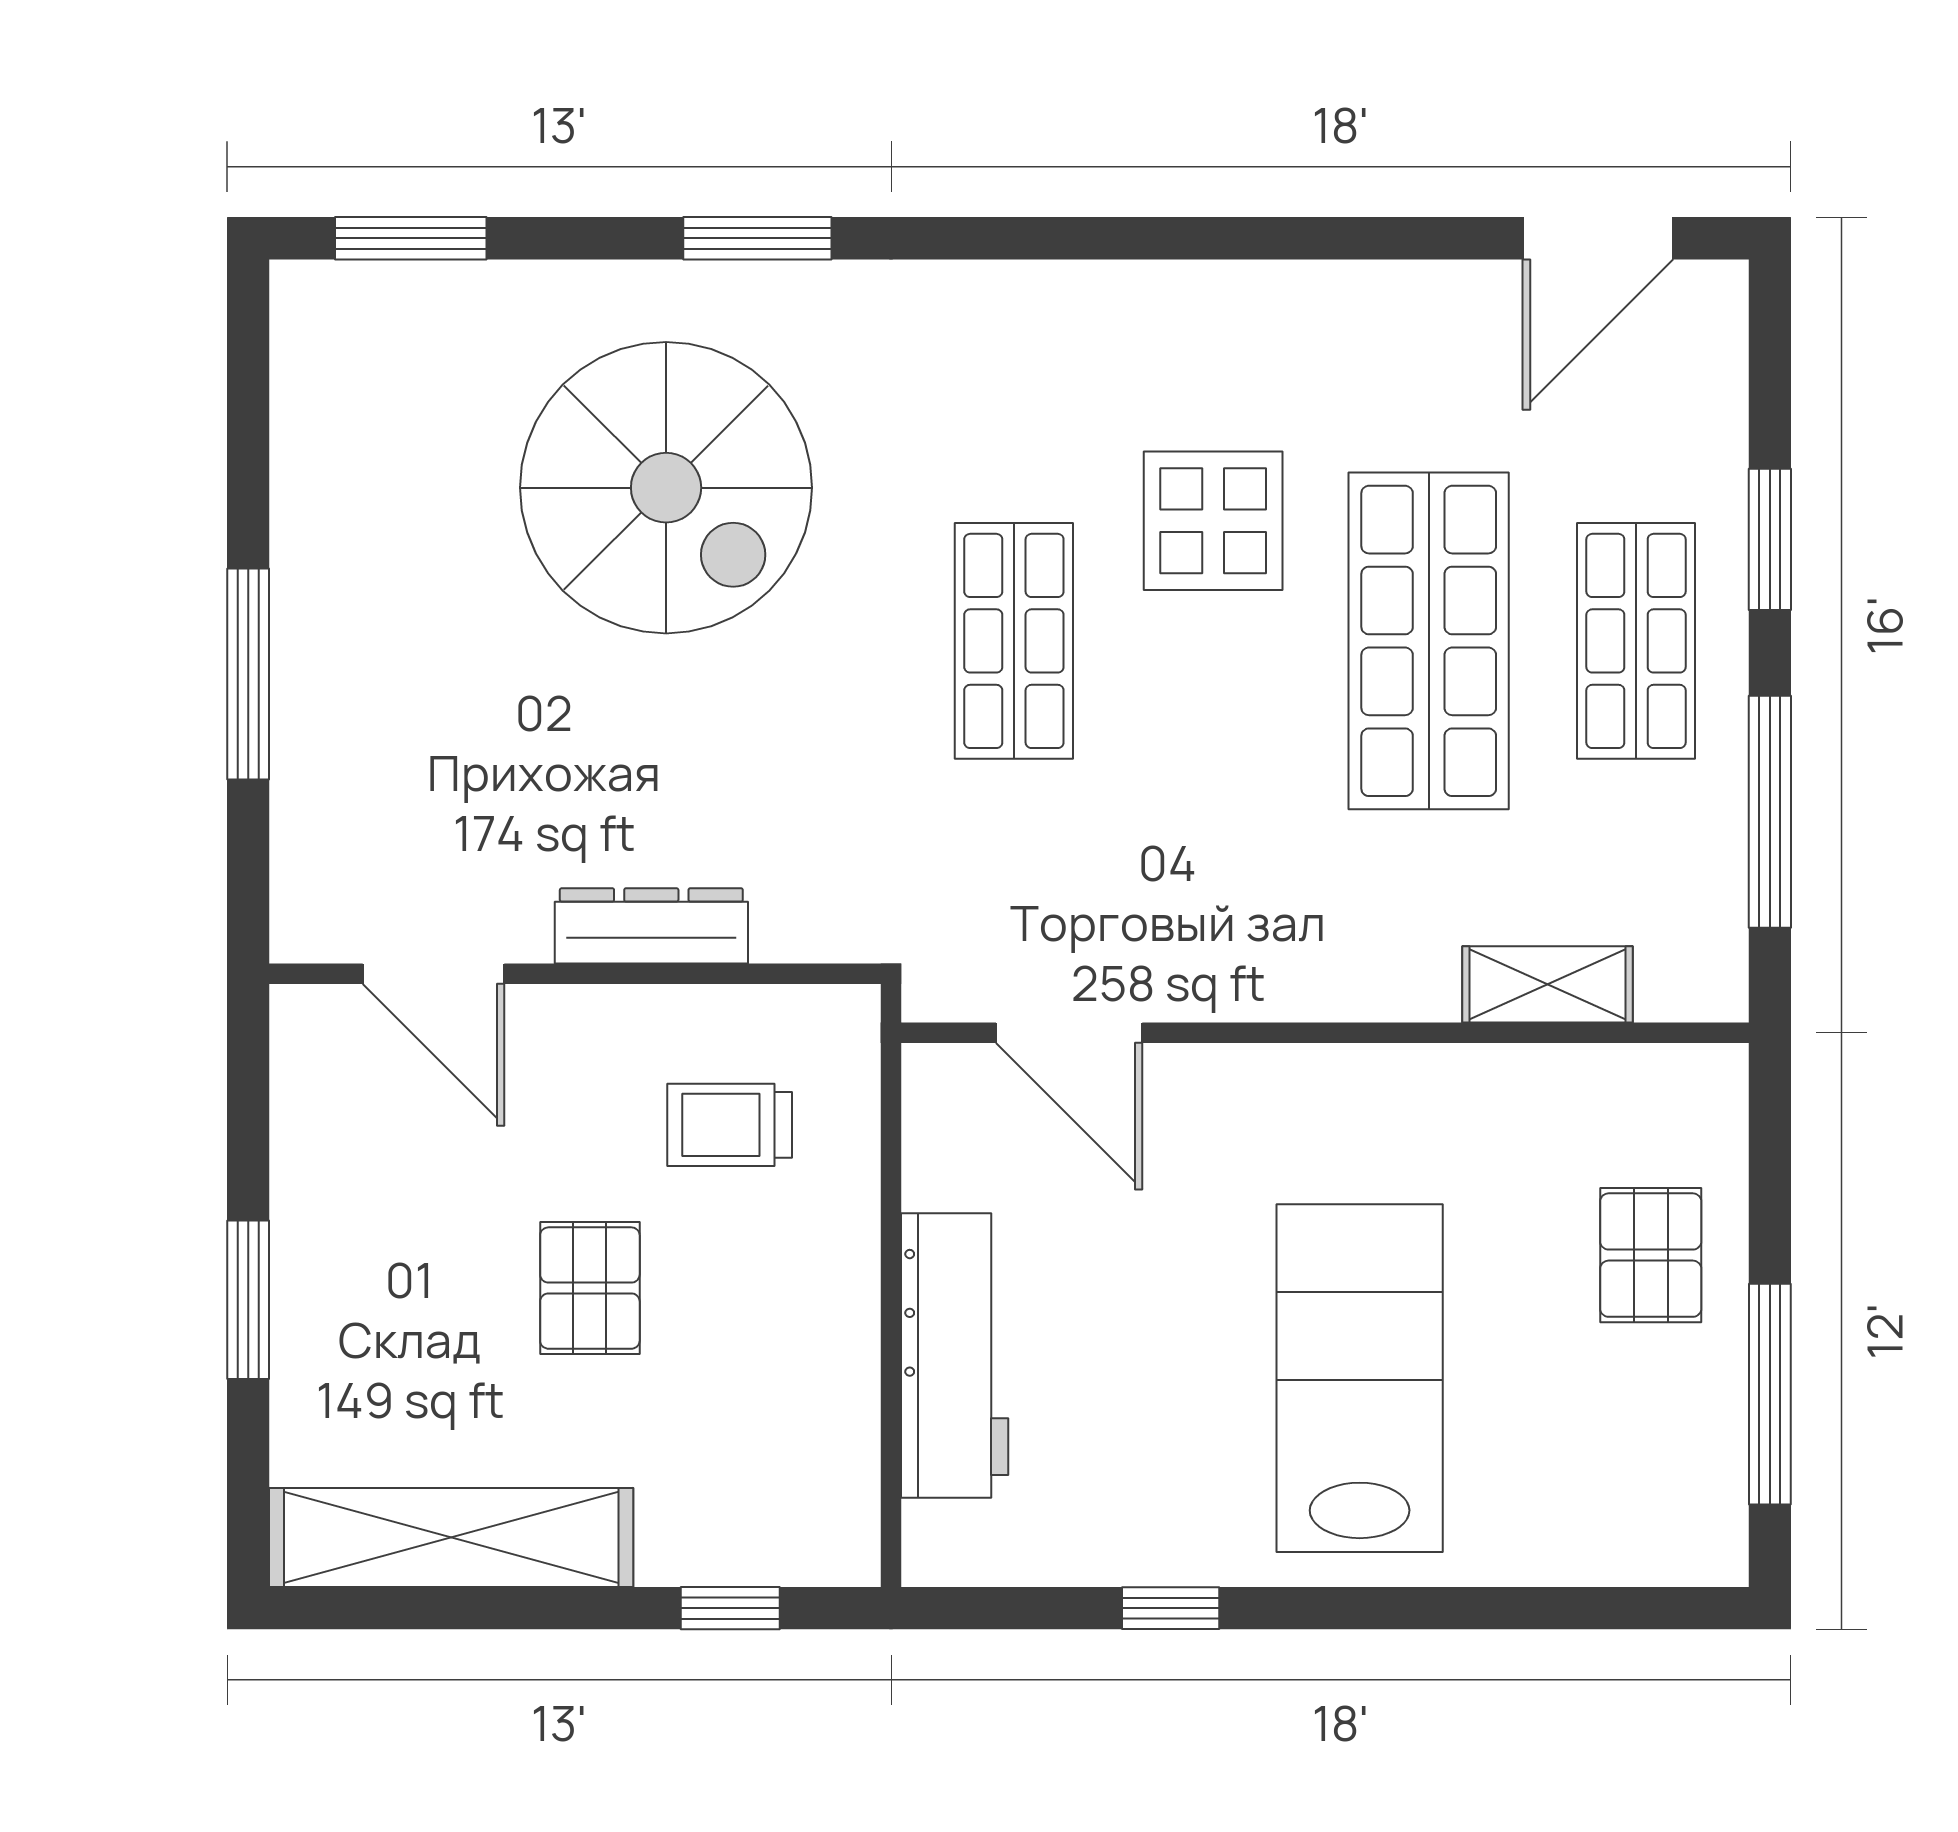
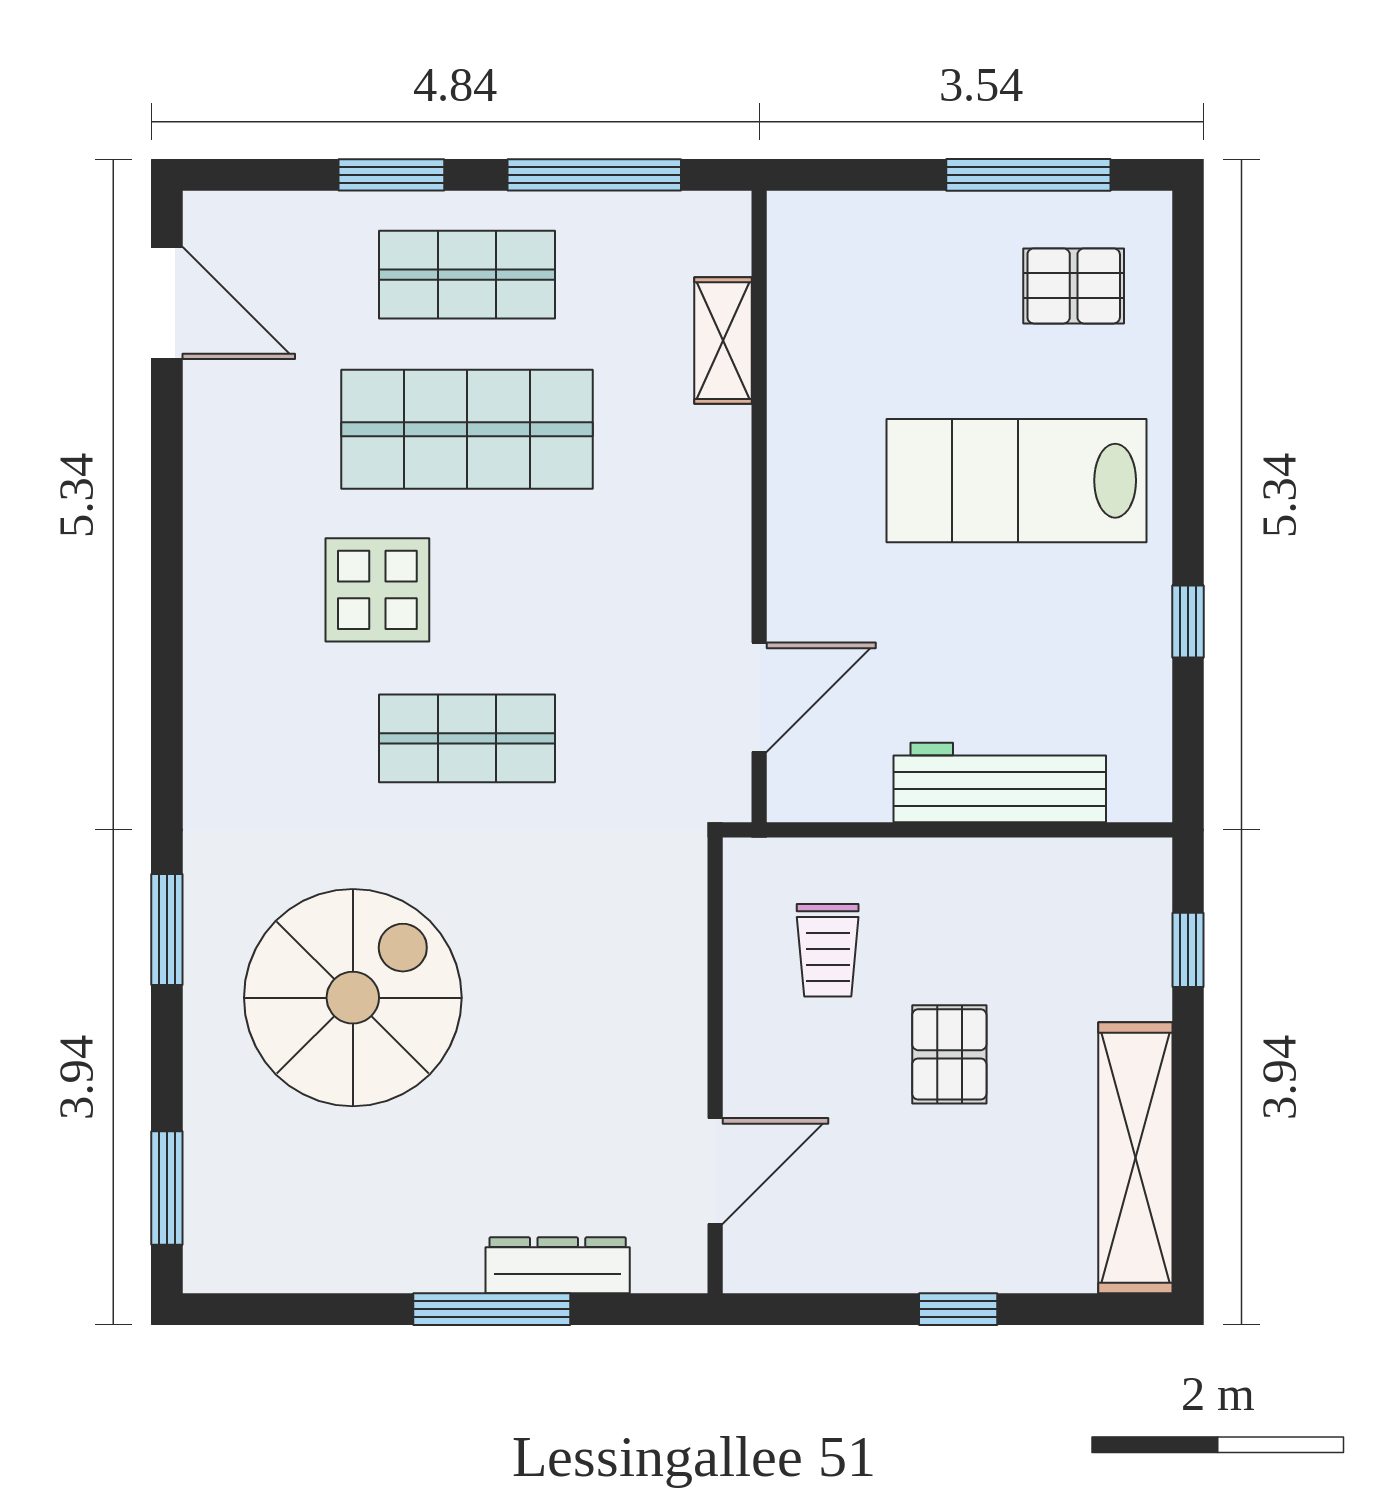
dresser: (651, 926) -> (558, 1265), moved, turned 90
pallet: (1651, 1255) -> (1074, 286), moved
pallet: (590, 1288) -> (949, 1054), turned 90
window: (248, 1300) -> (958, 1309), width x0.67

